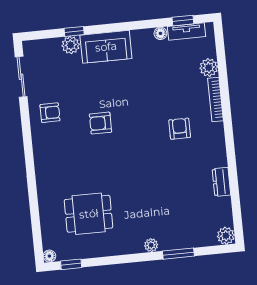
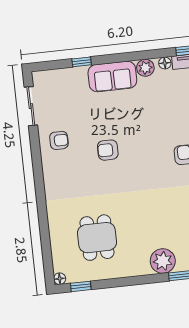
plant: (71, 45) -> (145, 68), moved
dining table: (89, 214) -> (97, 238), turned 90
plant: (151, 245) -> (163, 261), width x1.88, depth x1.88

